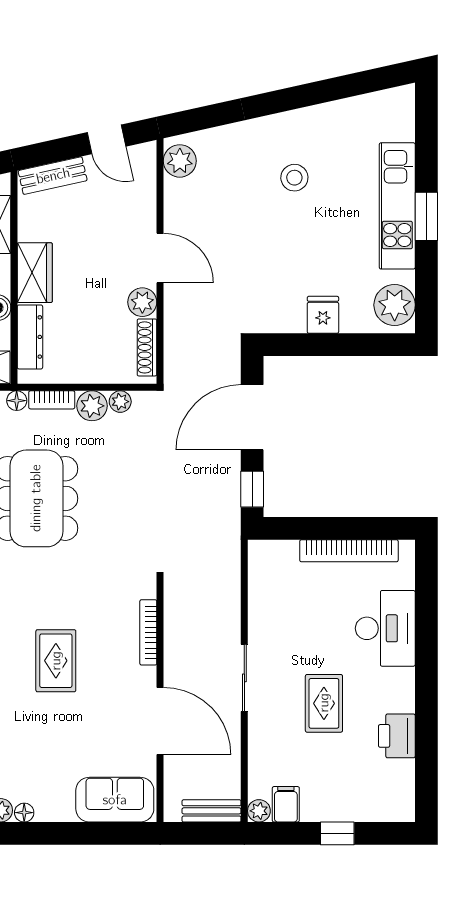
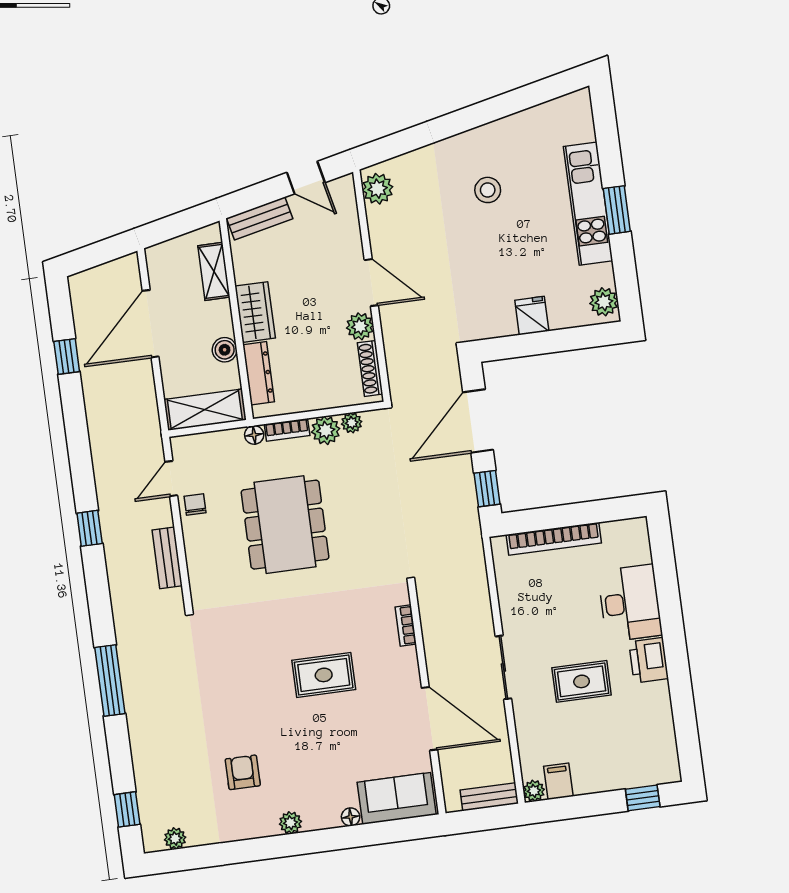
plant: (395, 305) -> (604, 302), width x0.73, depth x0.73
bookcase: (349, 551) -> (554, 539), moved
bookcase: (148, 632) -> (406, 625), width x0.64
rug: (56, 661) -> (324, 675), turned 90
rug: (324, 703) -> (582, 681), turned 90
printer: (397, 736) -> (649, 660), moved
floor lamp: (24, 813) -> (351, 817), moved
window: (337, 833) -> (643, 798), moved

